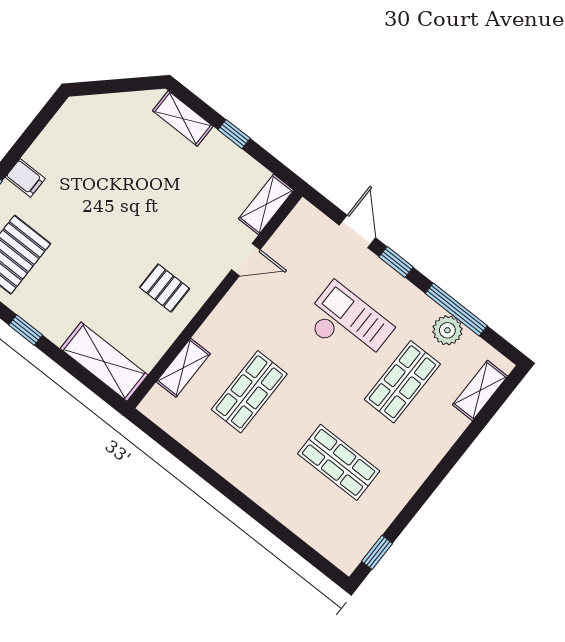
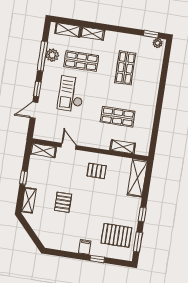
pallet: (140, 185) -> (63, 202), added
pallet: (165, 288) -> (97, 171), turned 90
shelving: (445, 436) -> (92, 33), added
plant: (352, 556) -> (158, 43), added

